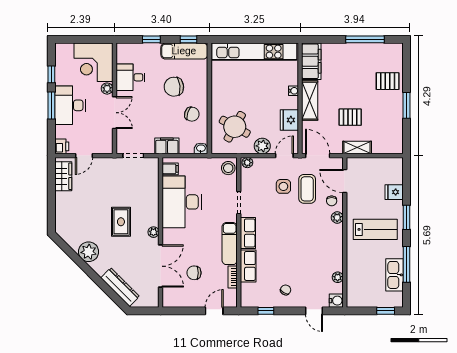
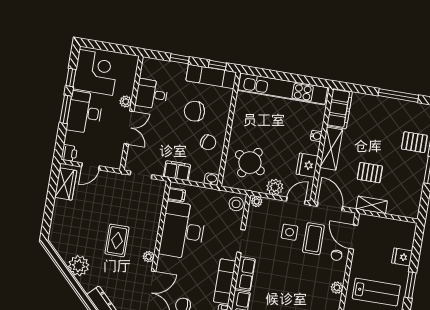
corner desk: (93, 62) -> (96, 72), moved, turned 180
plant: (337, 218) -> (337, 288), moved

